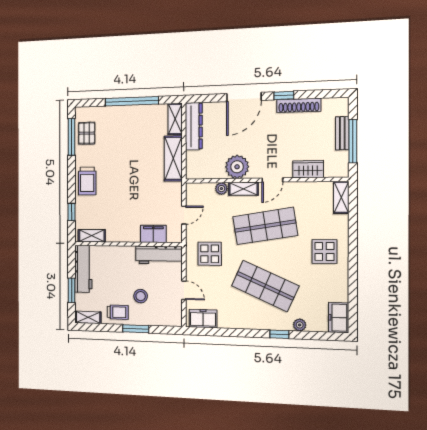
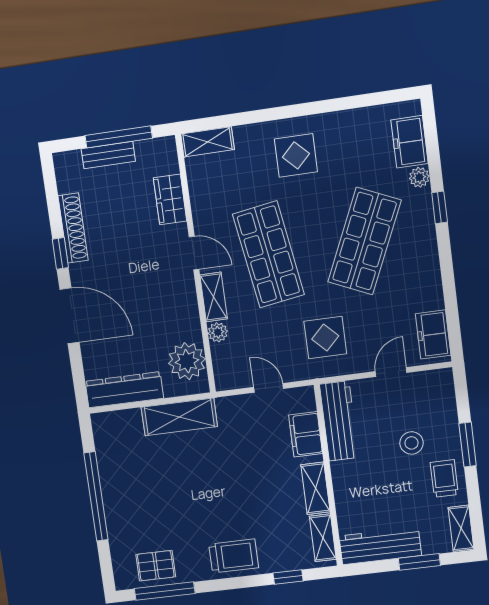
shelving: (175, 119) -> (315, 488), moved, turned 90
plant: (237, 167) -> (187, 361), moved
freezer: (339, 318) -> (409, 142), moved, turned 90

